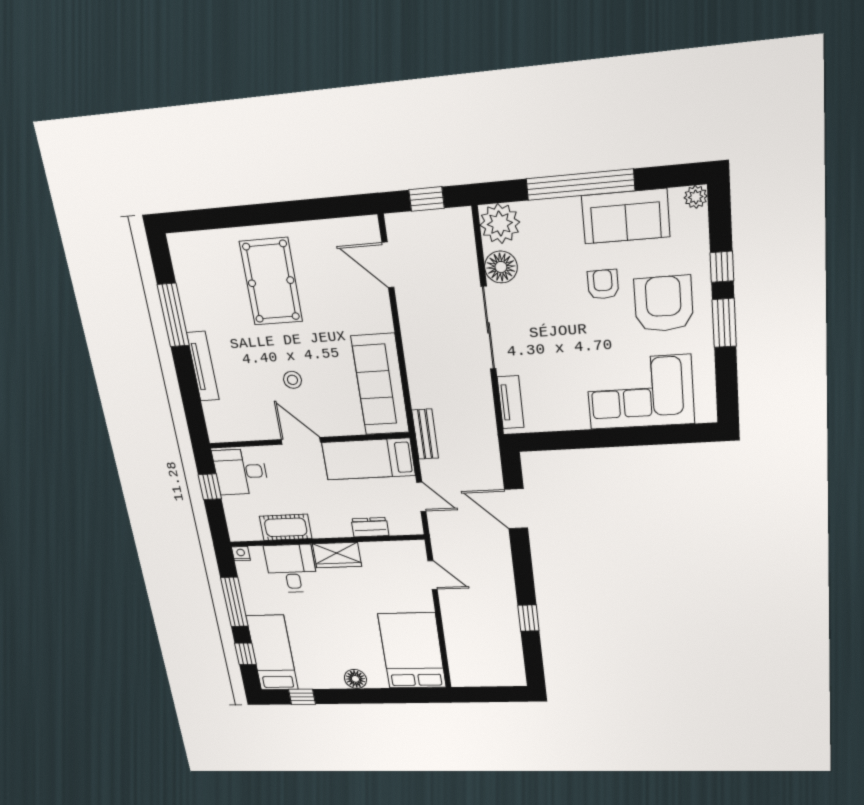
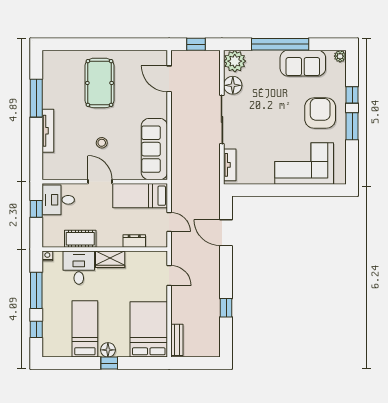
armchair: (603, 284) -> (288, 99), removed
bench: (425, 434) -> (177, 340), moved
bed: (272, 653) -> (85, 329), moved
window: (302, 697) -> (109, 363), moved

